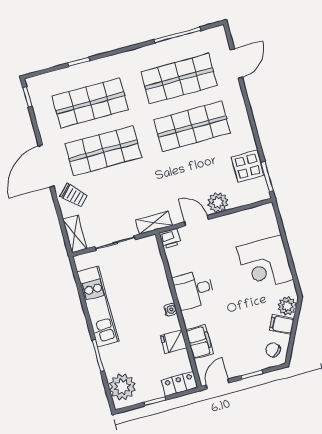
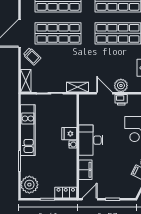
printer: (170, 238) -> (121, 100), moved
desk: (194, 290) -> (91, 140), width x1.37
fridge: (173, 342) -> (69, 134), moved
chair: (273, 350) -> (130, 187), removed

